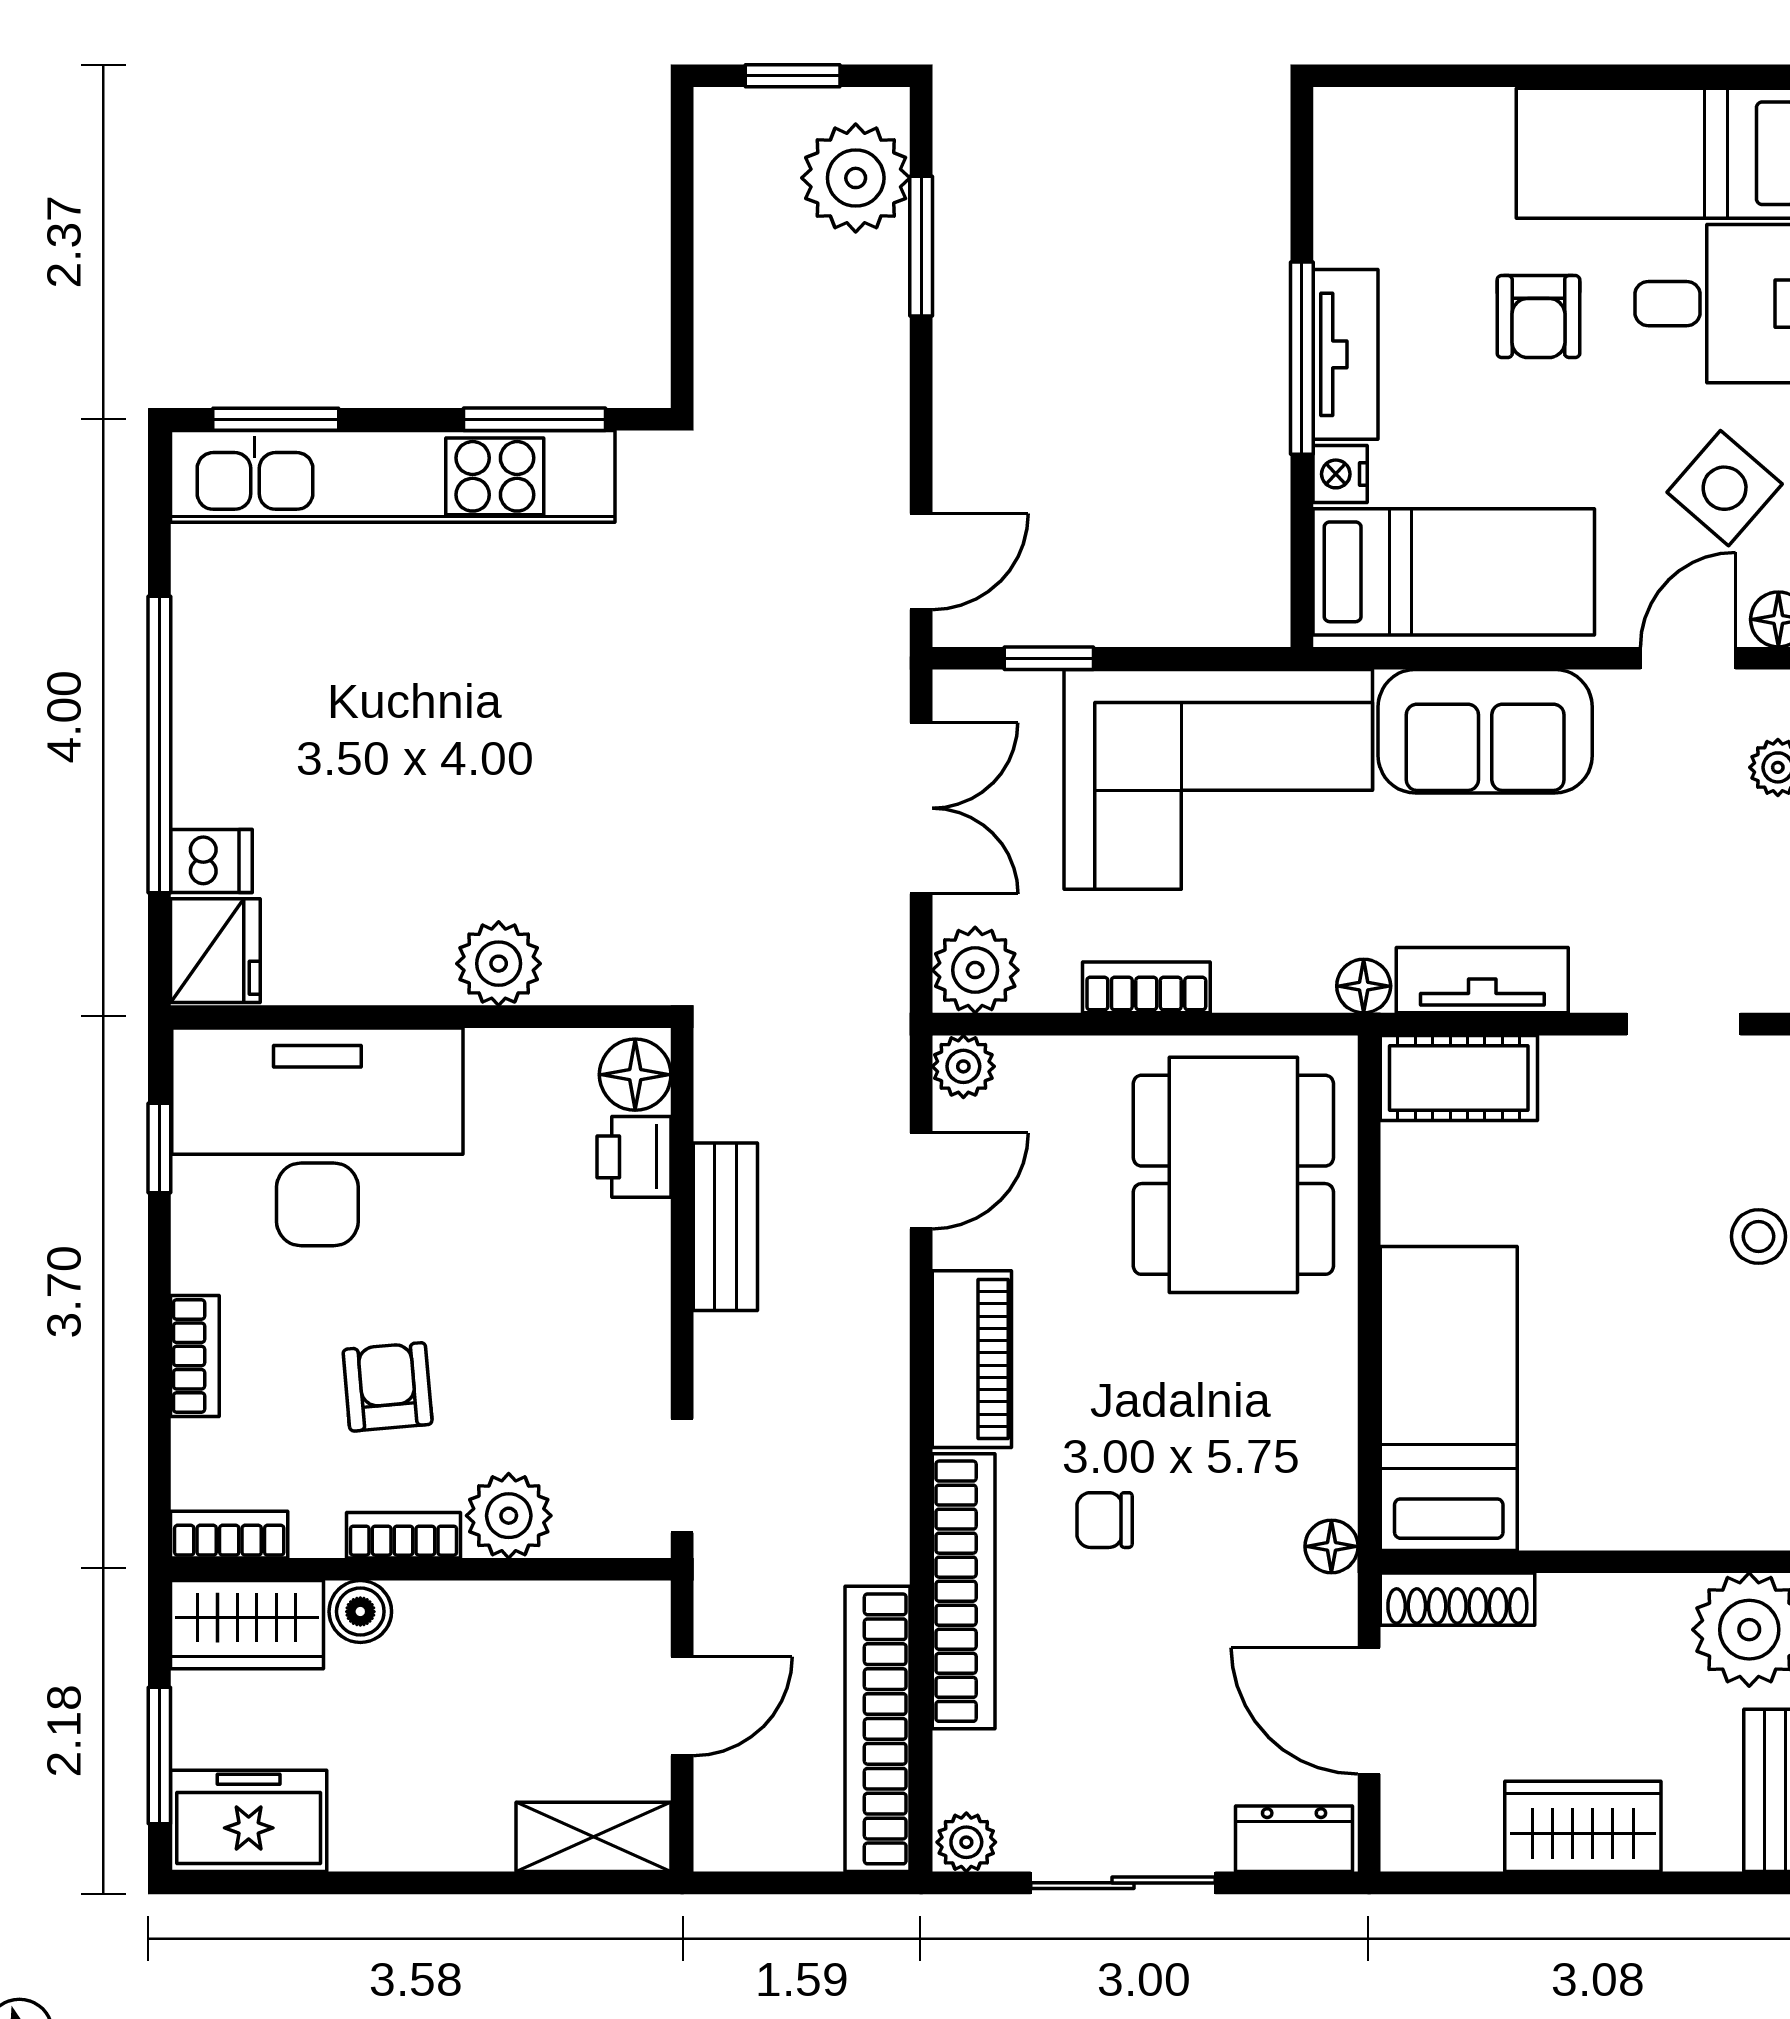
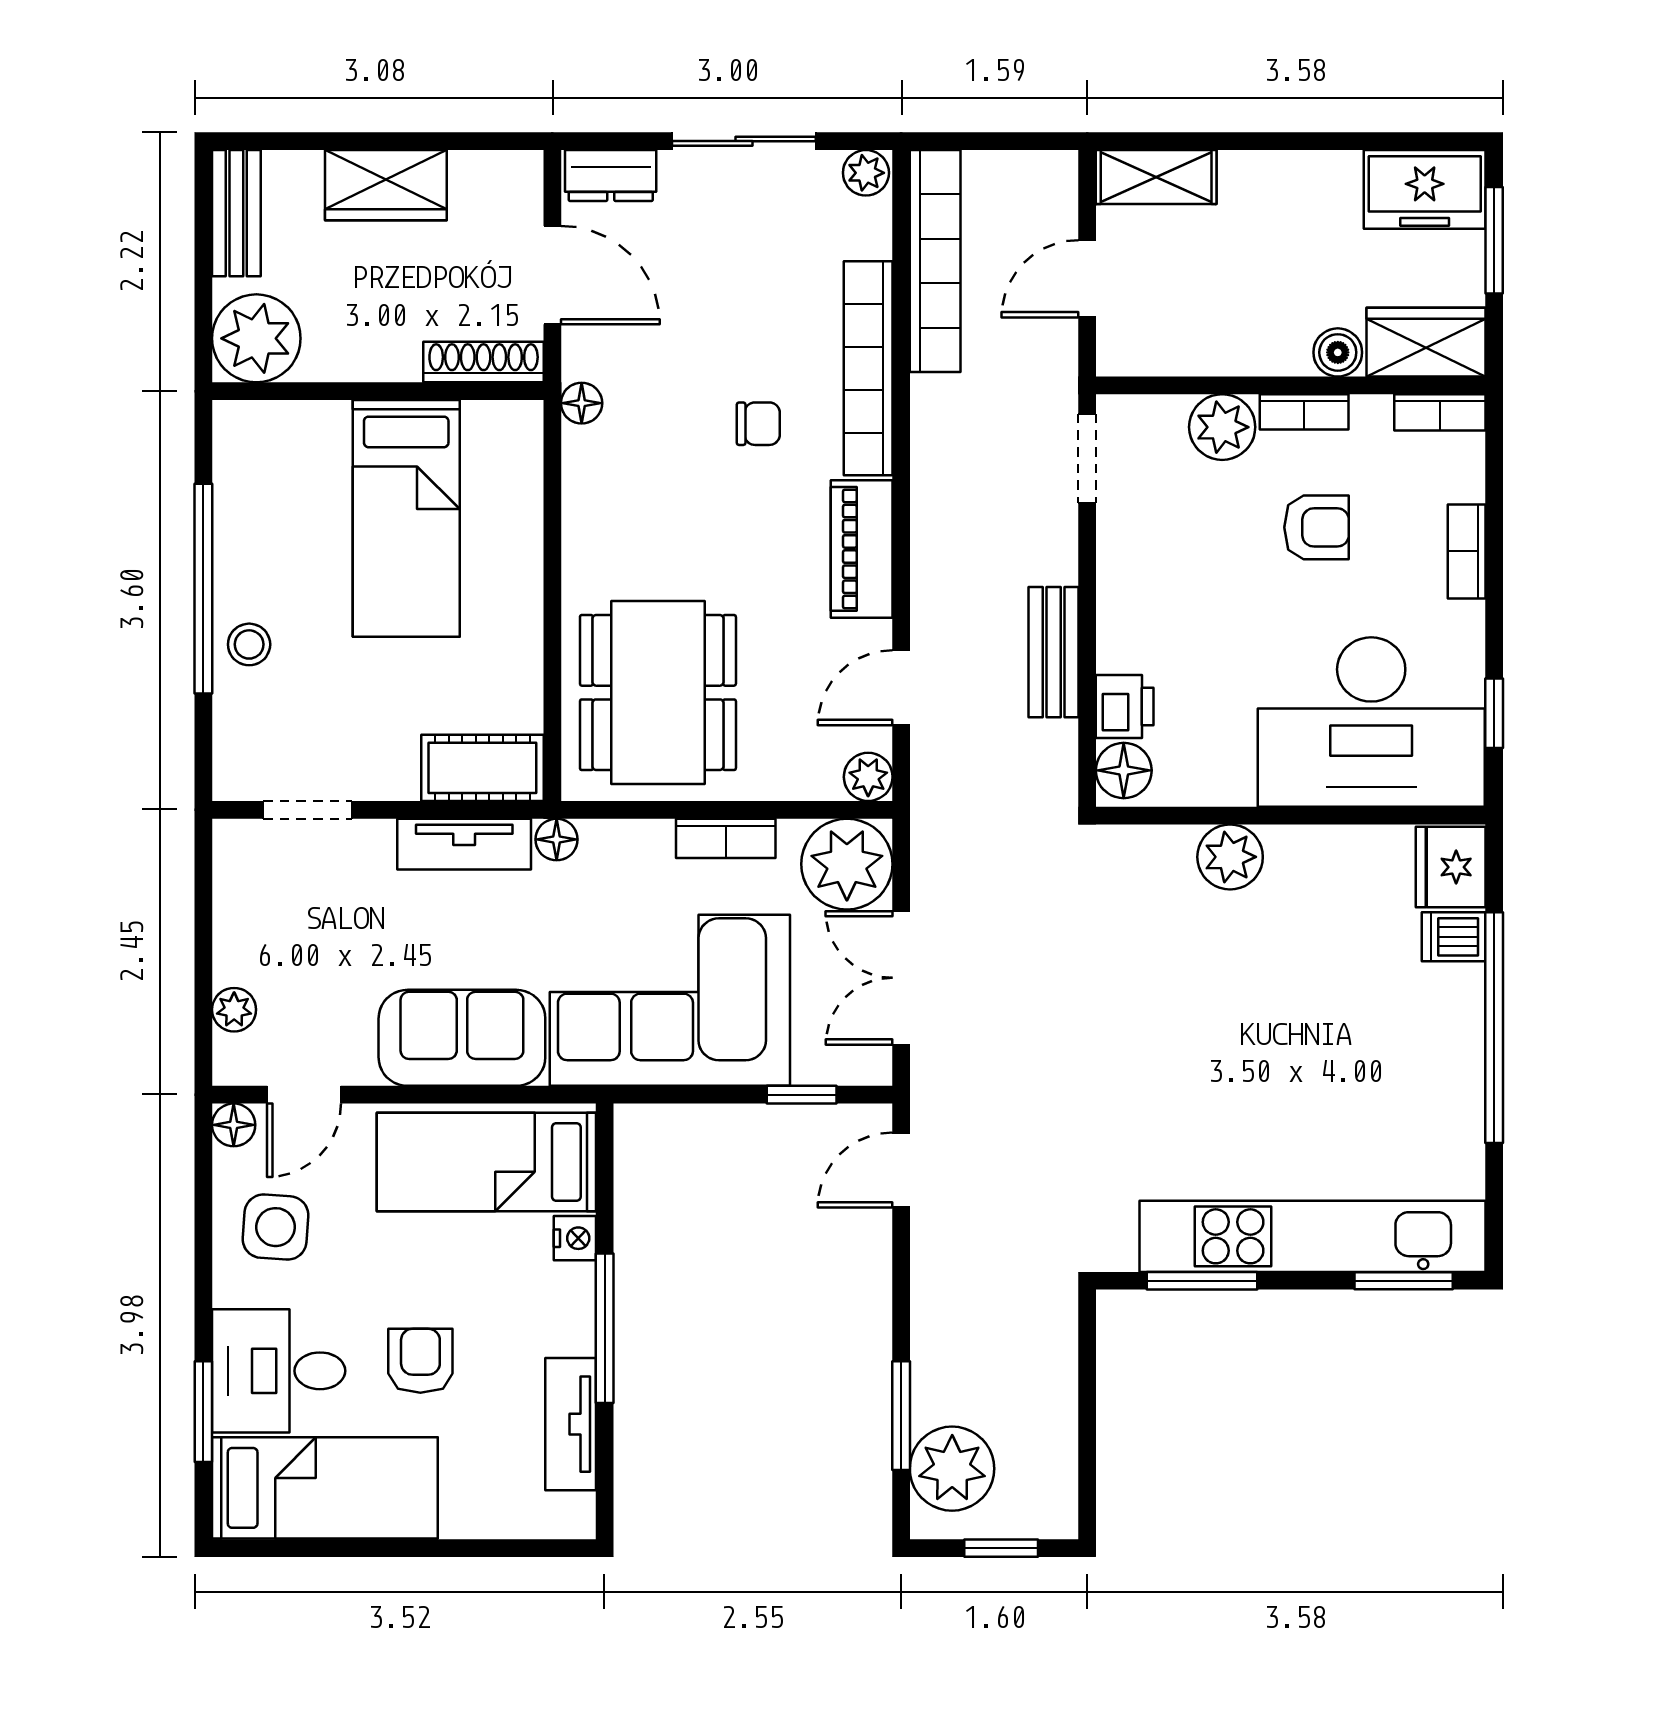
tv unit: (1346, 354) -> (571, 1424), moved
side table: (1725, 488) -> (276, 1227), turned -37
plant: (975, 970) -> (847, 864), width x1.36, depth x1.36
armchair: (388, 1387) -> (1317, 527), turned -85
bed: (1449, 1398) -> (406, 518), moved

